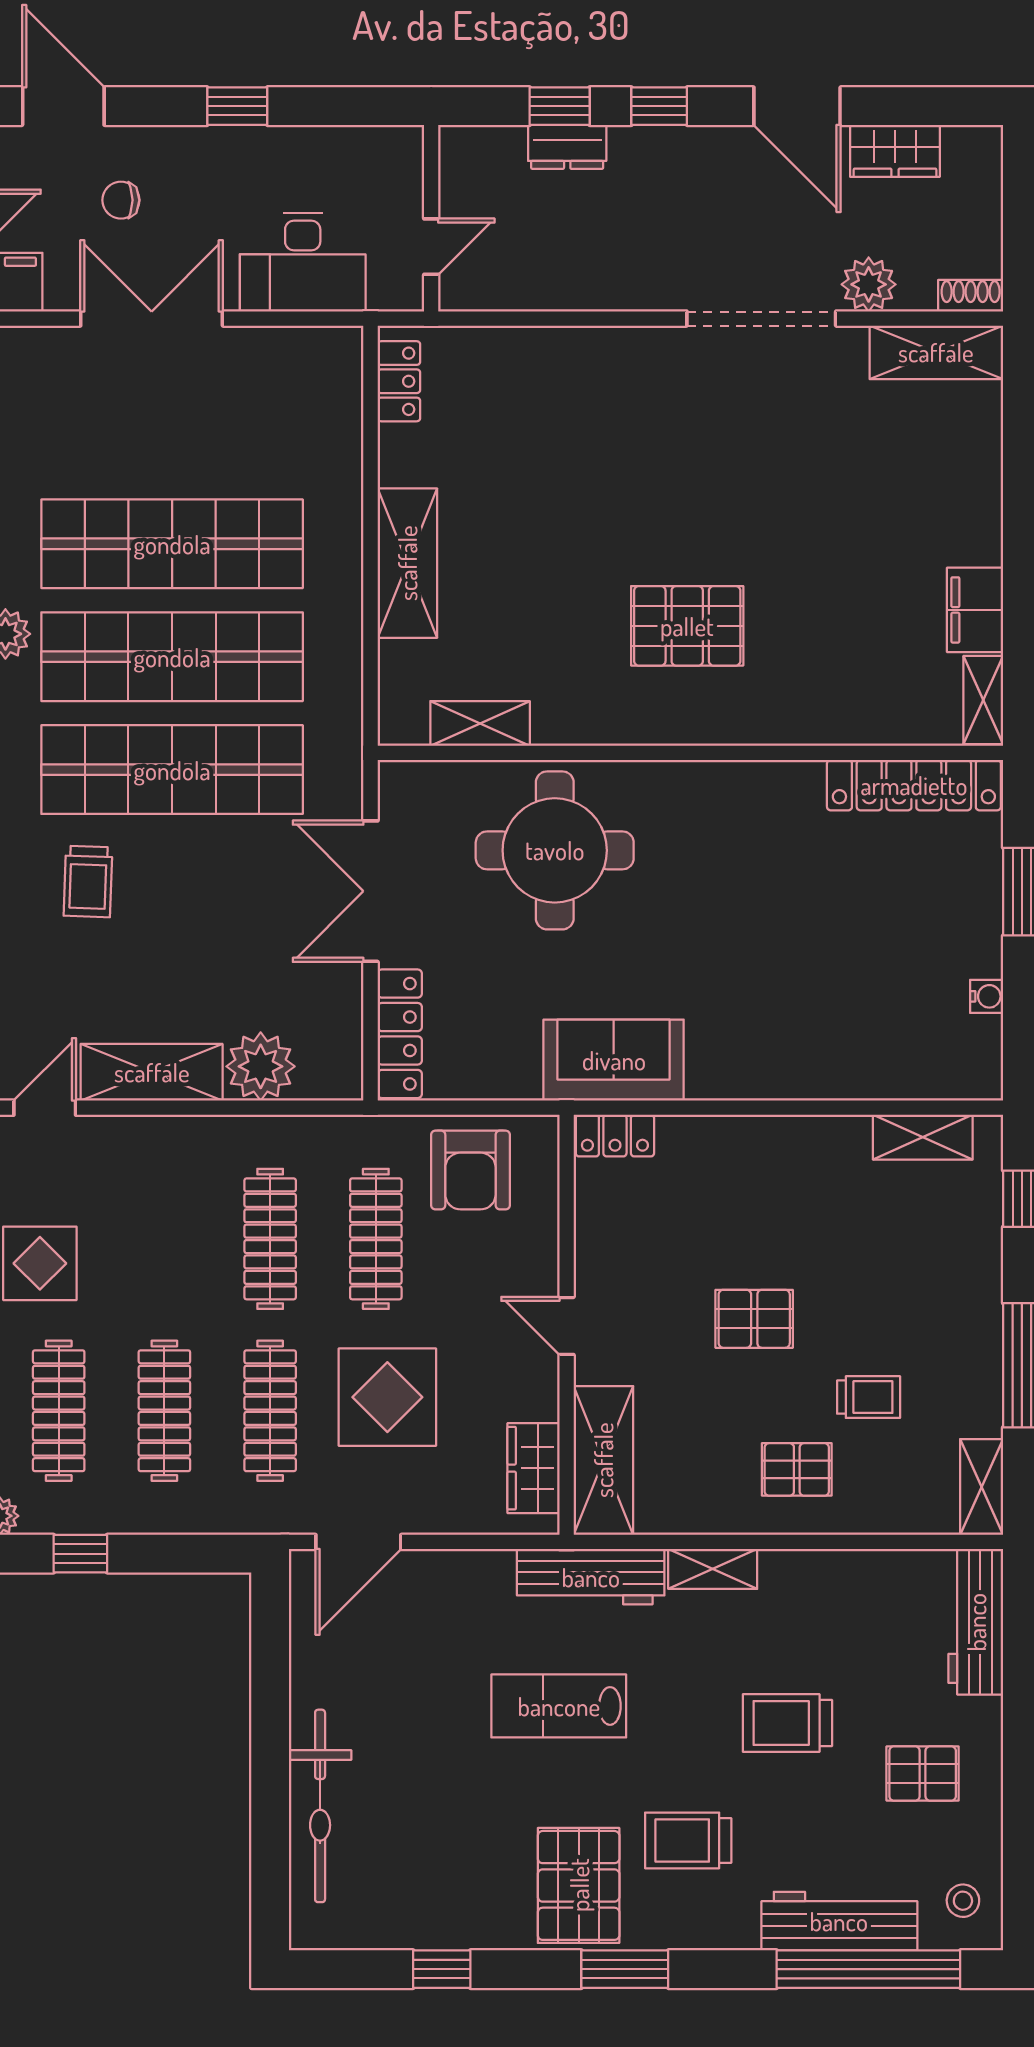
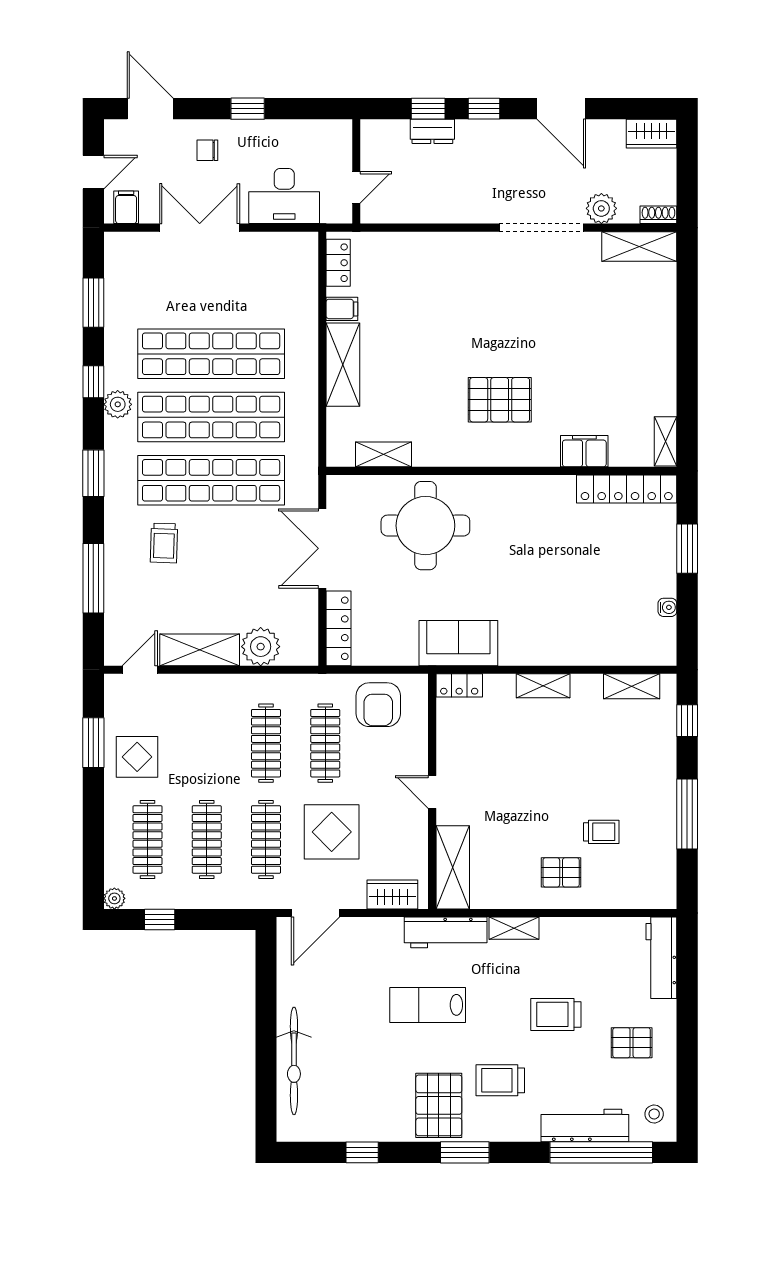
wardrobe: (895, 151) -> (652, 134), moved
chair: (121, 200) -> (207, 150), moved
filing cabinet: (406, 464) -> (342, 309), added
filing cabinet: (975, 610) -> (584, 451), moved, turned 90
pallet: (754, 1319) -> (537, 788), removed
wardrobe: (534, 1468) -> (392, 894), moved, turned 90
shelving: (982, 1487) -> (543, 686), moved, turned 90

